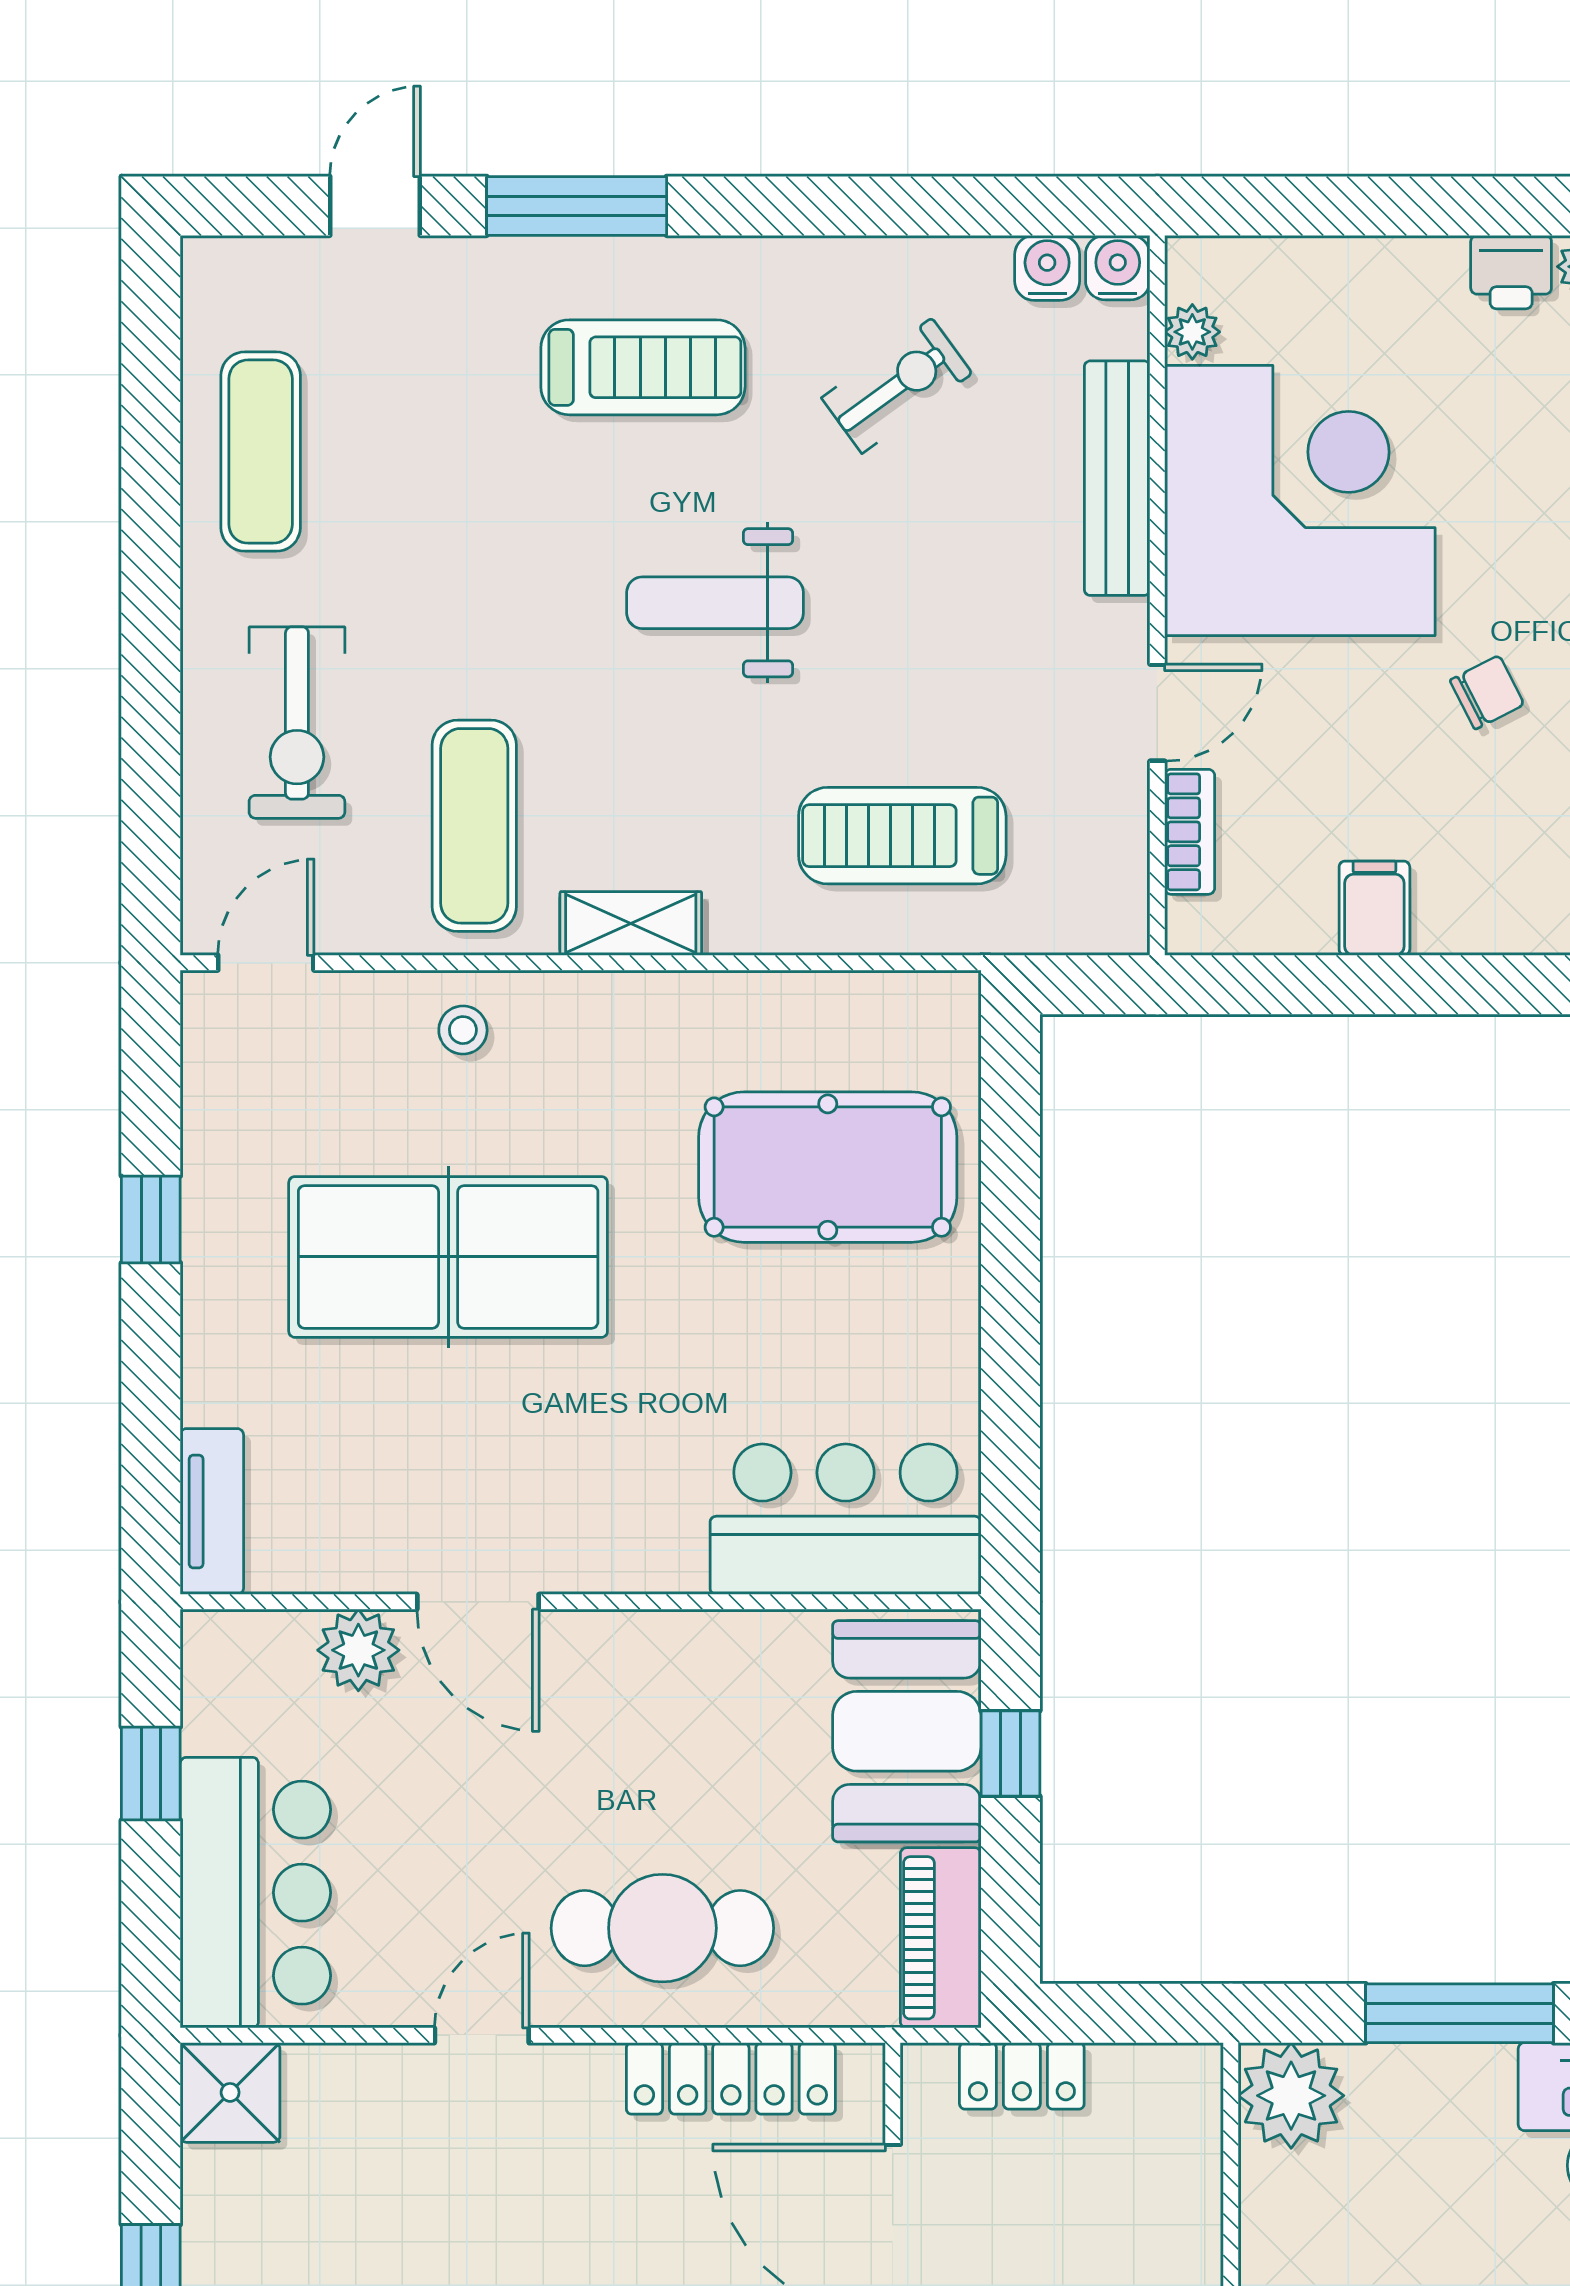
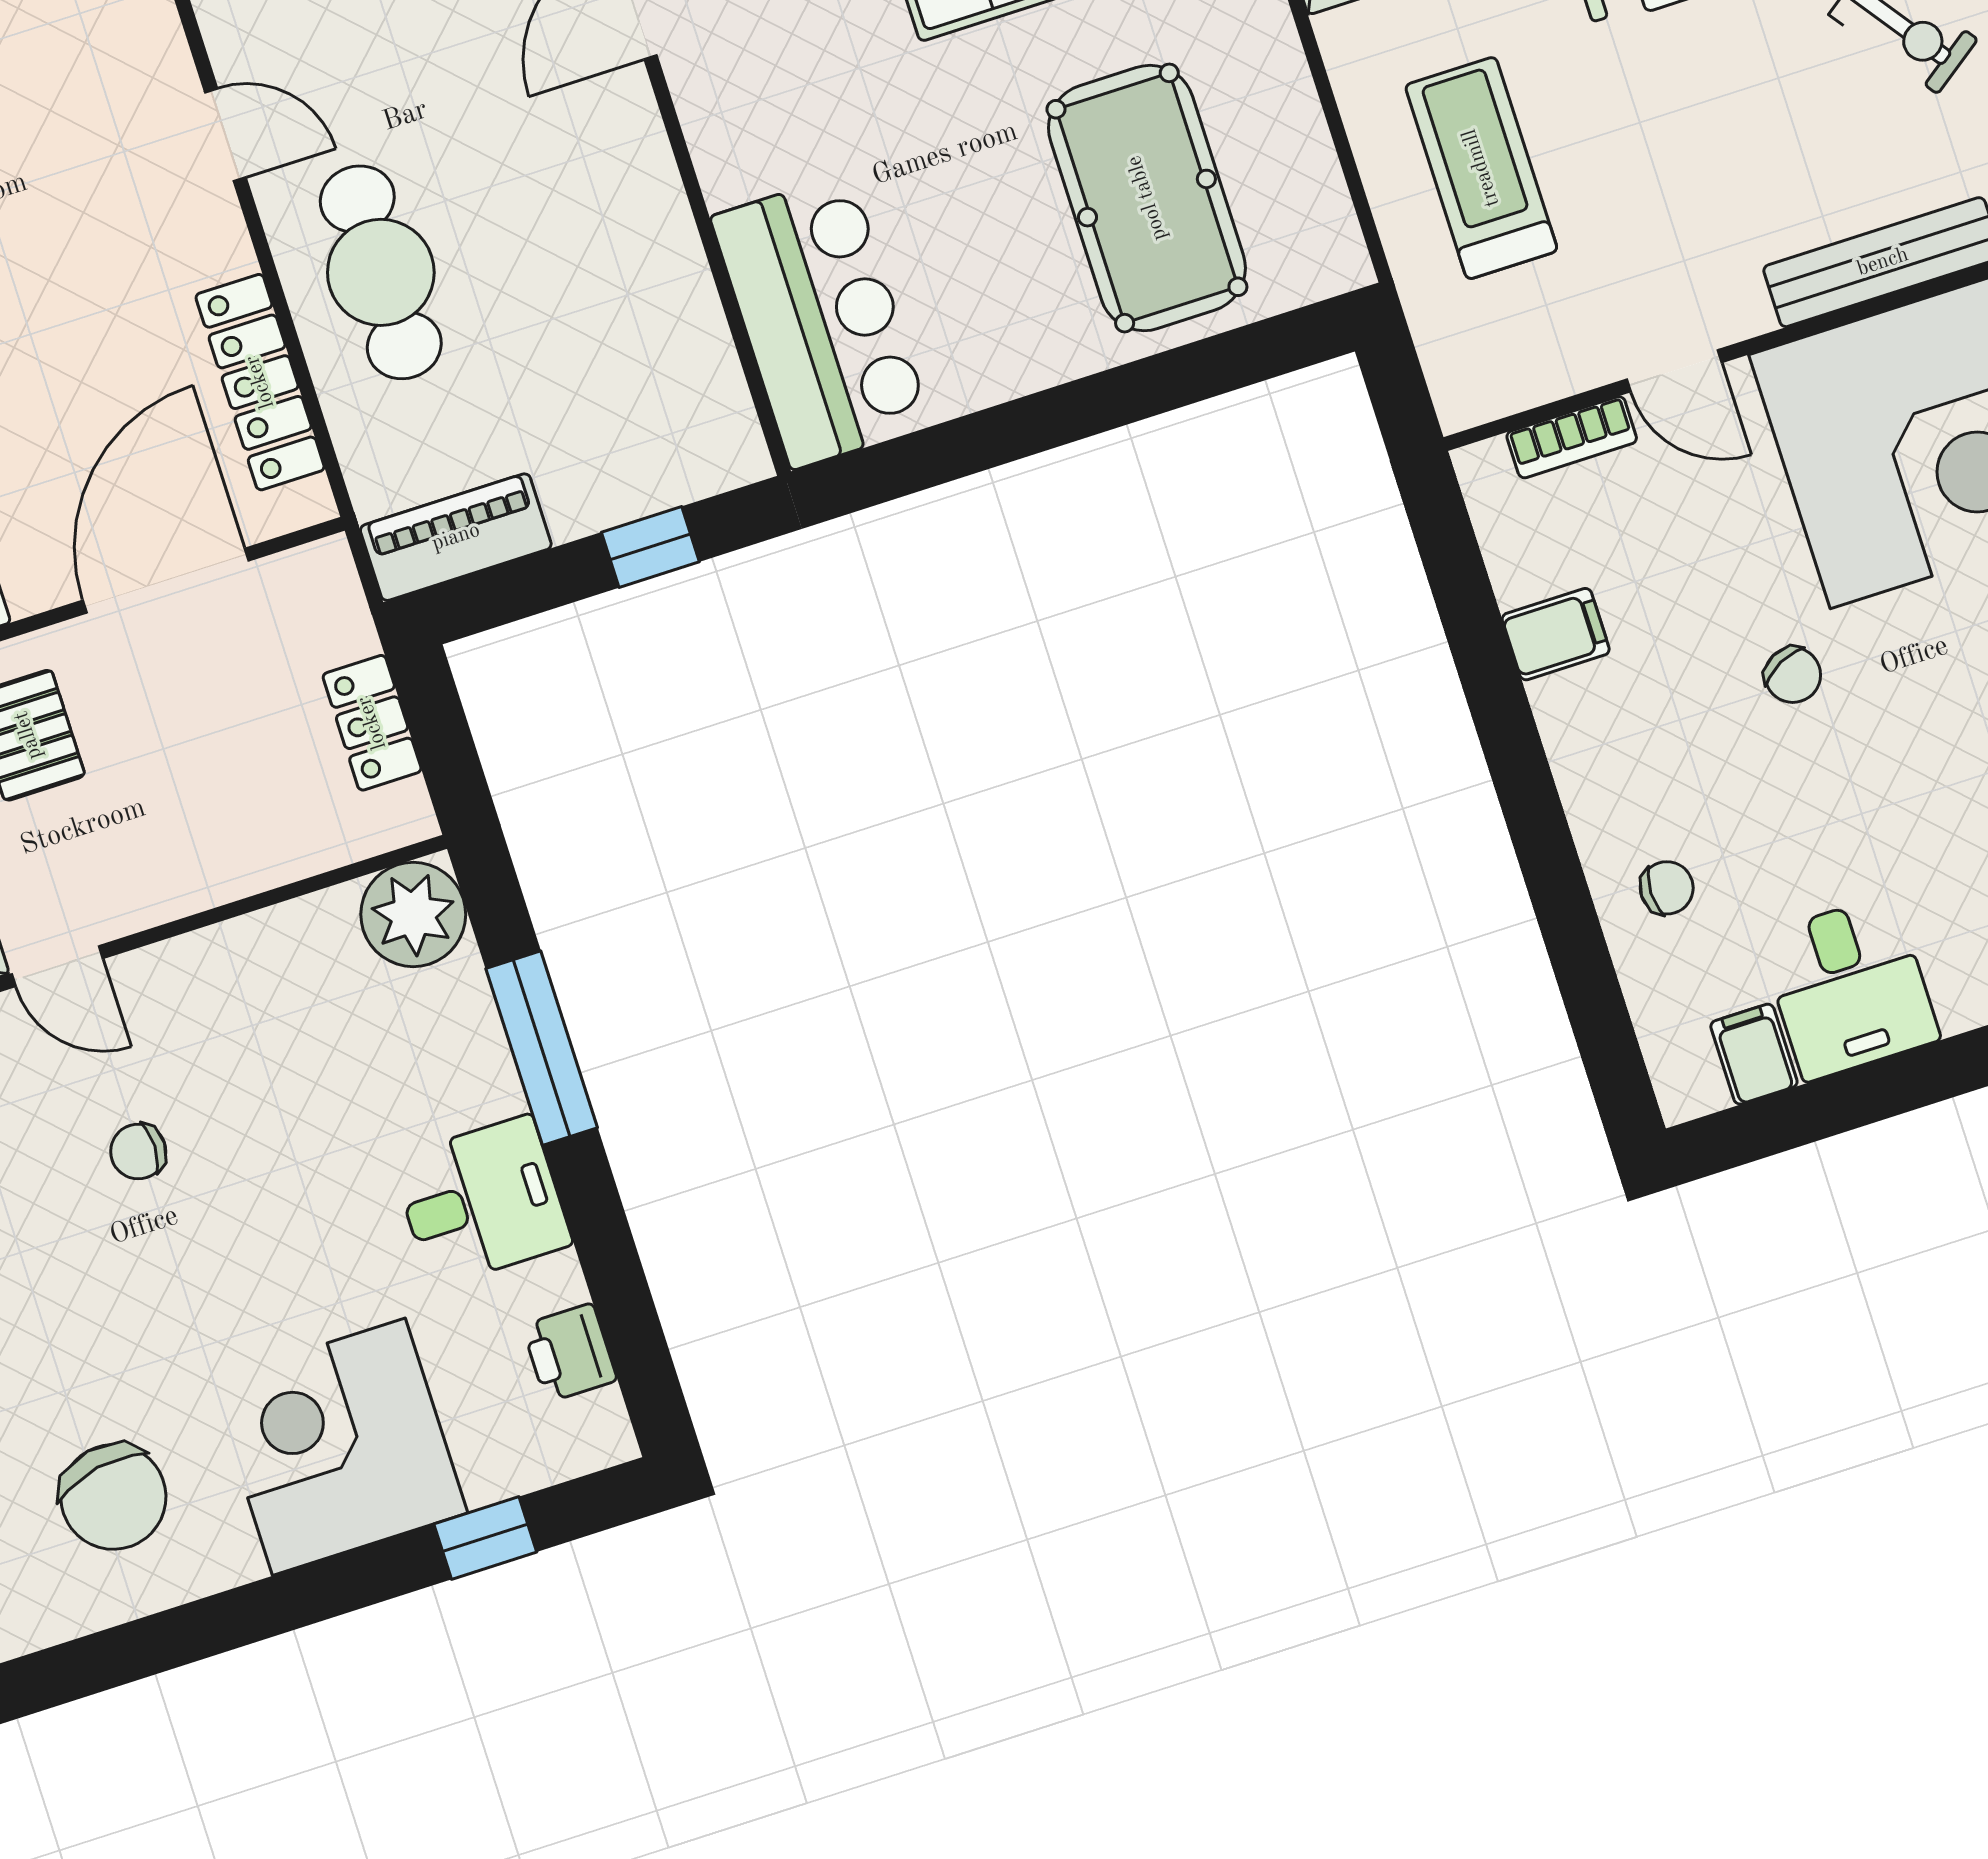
booth: (907, 1731) -> (640, 443), removed
locker: (1022, 2076) -> (372, 723), moved

